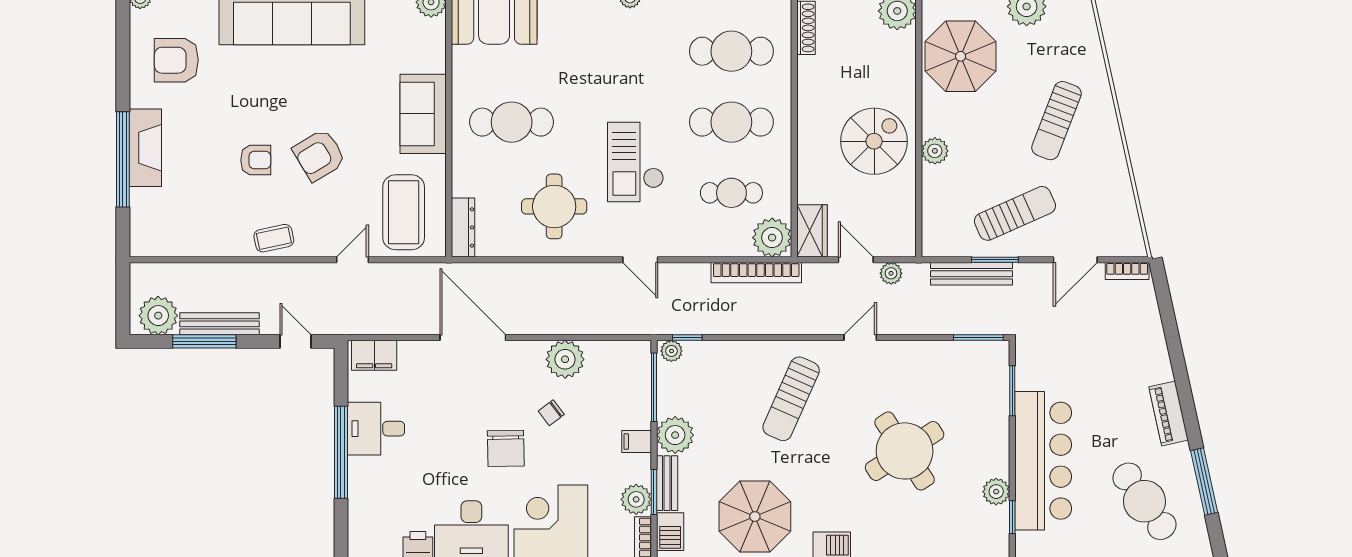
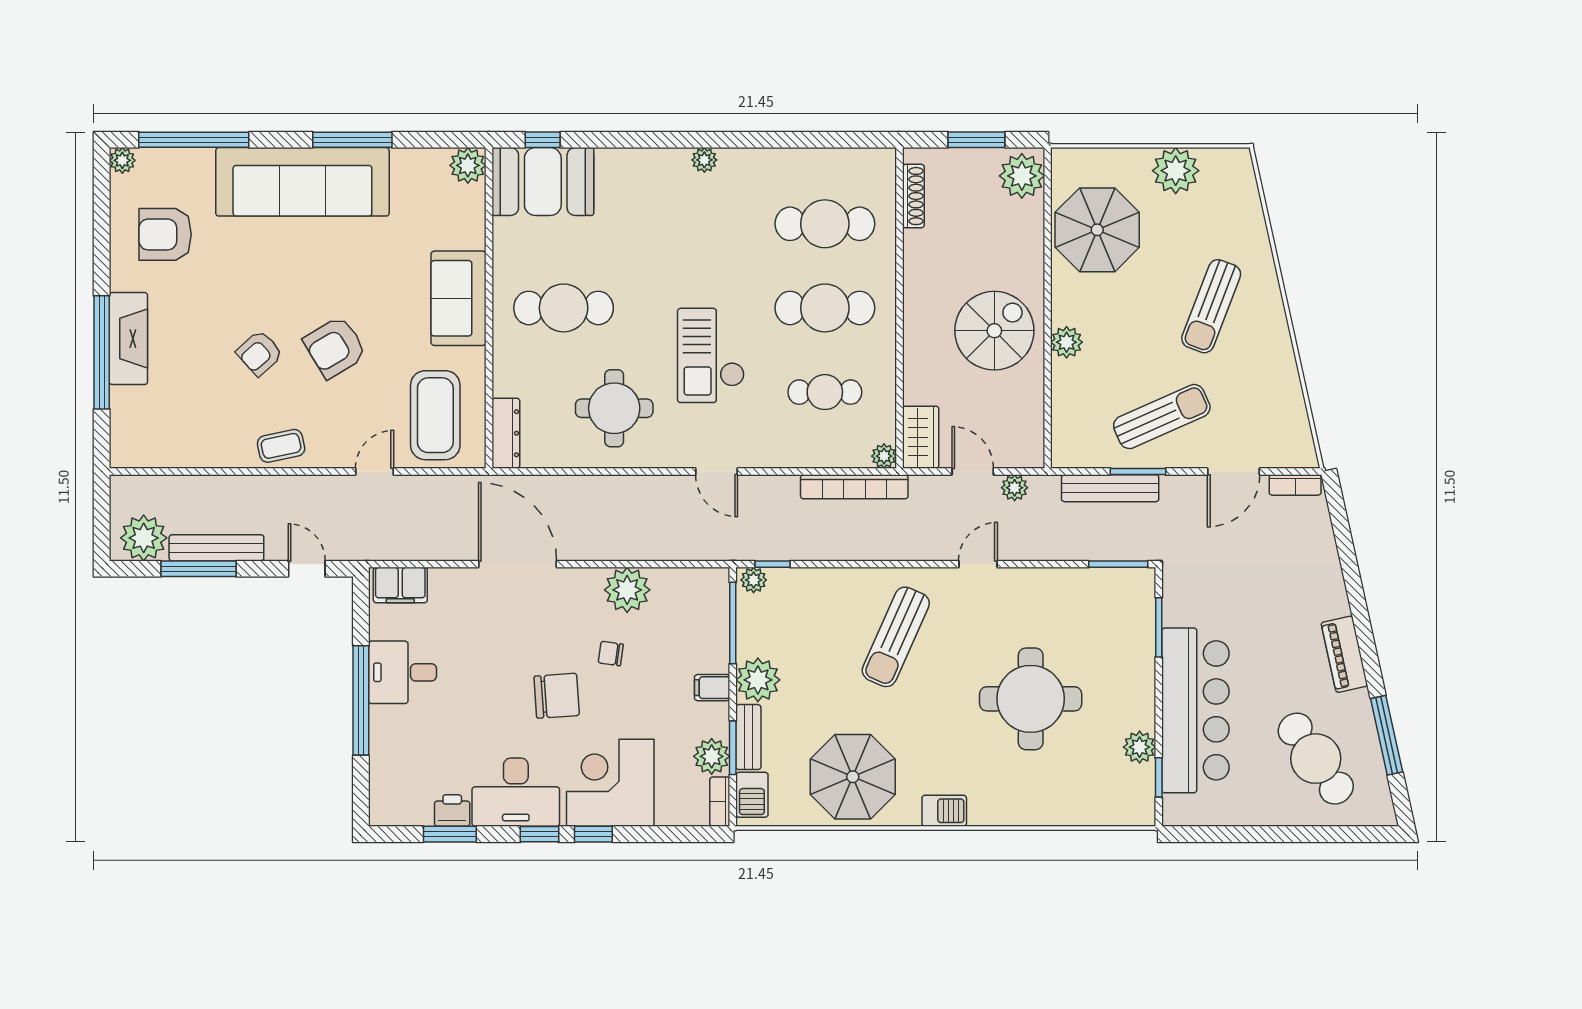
armchair: (256, 160) -> (259, 353), turned 138
plant: (772, 238) -> (884, 456), width x0.53, depth x0.53
chair: (551, 413) -> (611, 654), turned 45
chair: (506, 448) -> (557, 696), turned -93
round table: (905, 451) -> (1031, 699), turned 33

